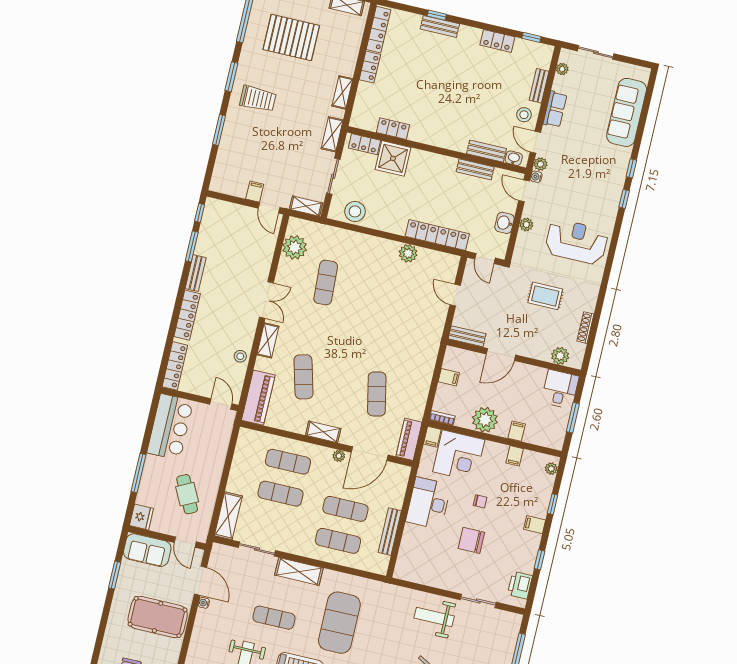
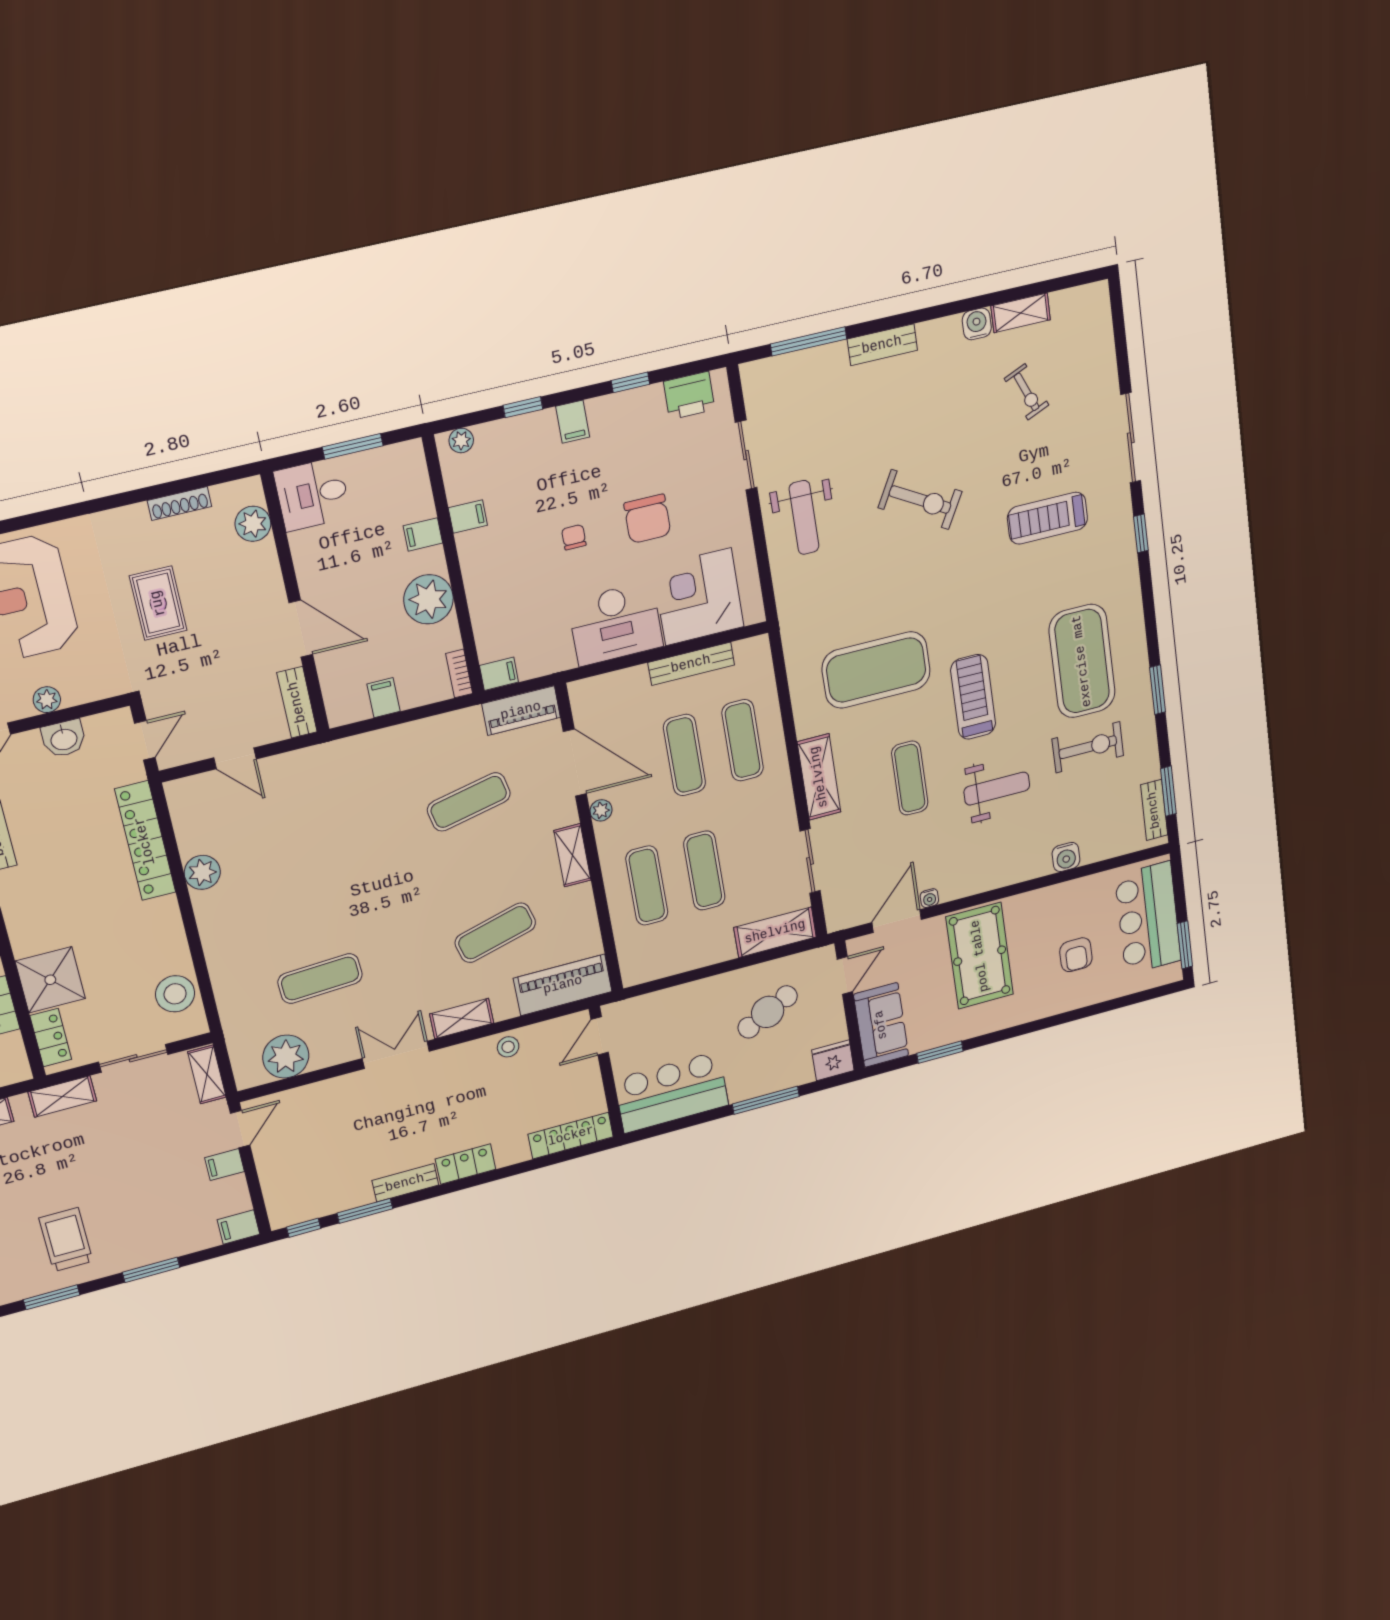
filing cabinet: (218, 182) -> (239, 1227), added
door: (455, 295) -> (235, 758), hinge flipped
locker: (187, 315) -> (466, 1164), width x0.66
corner desk: (459, 456) -> (698, 597), moved, turned -90

